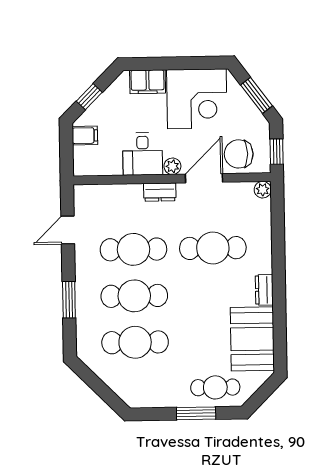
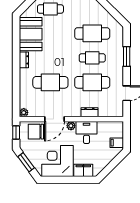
window: (89, 97) -> (114, 163), removed
chair: (239, 154) -> (36, 132), turned 180
dresser: (160, 192) -> (89, 112), moved
cafe table: (134, 296) -> (92, 58), width x0.73, depth x0.74

